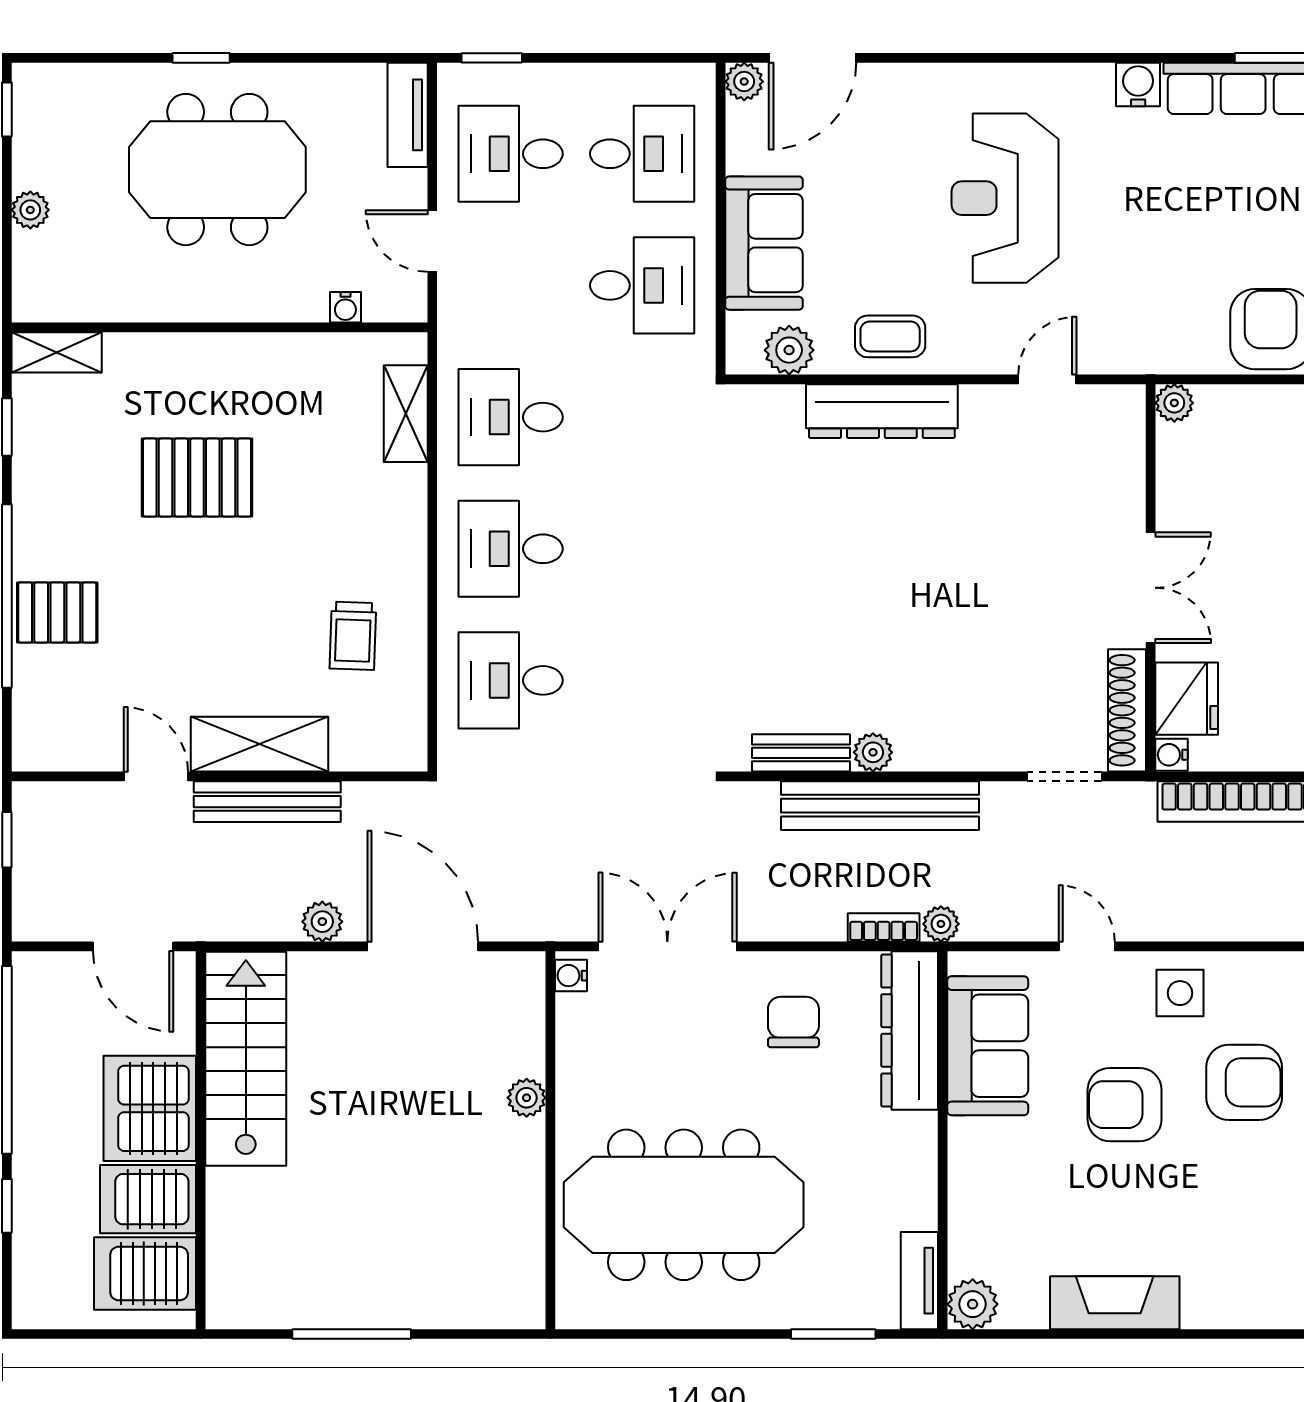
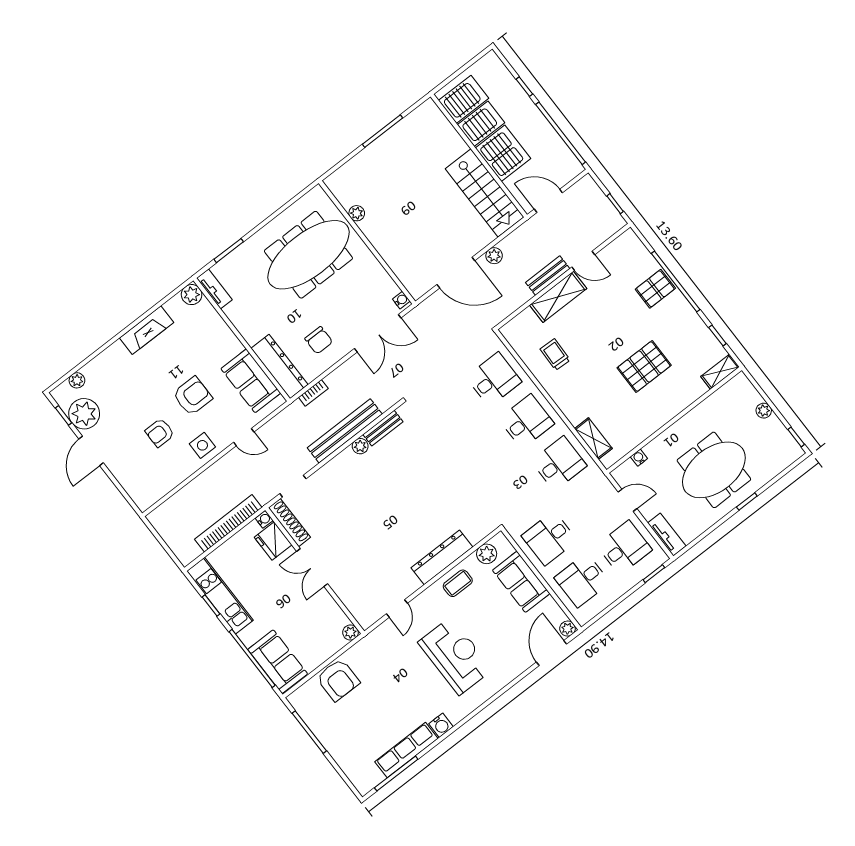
bench: (267, 802) -> (548, 276), width x0.73
plant: (941, 924) -> (296, 408), removed
armchair: (1244, 1082) -> (160, 433), width x0.72, depth x0.72
plant: (527, 1098) -> (357, 213), moved

